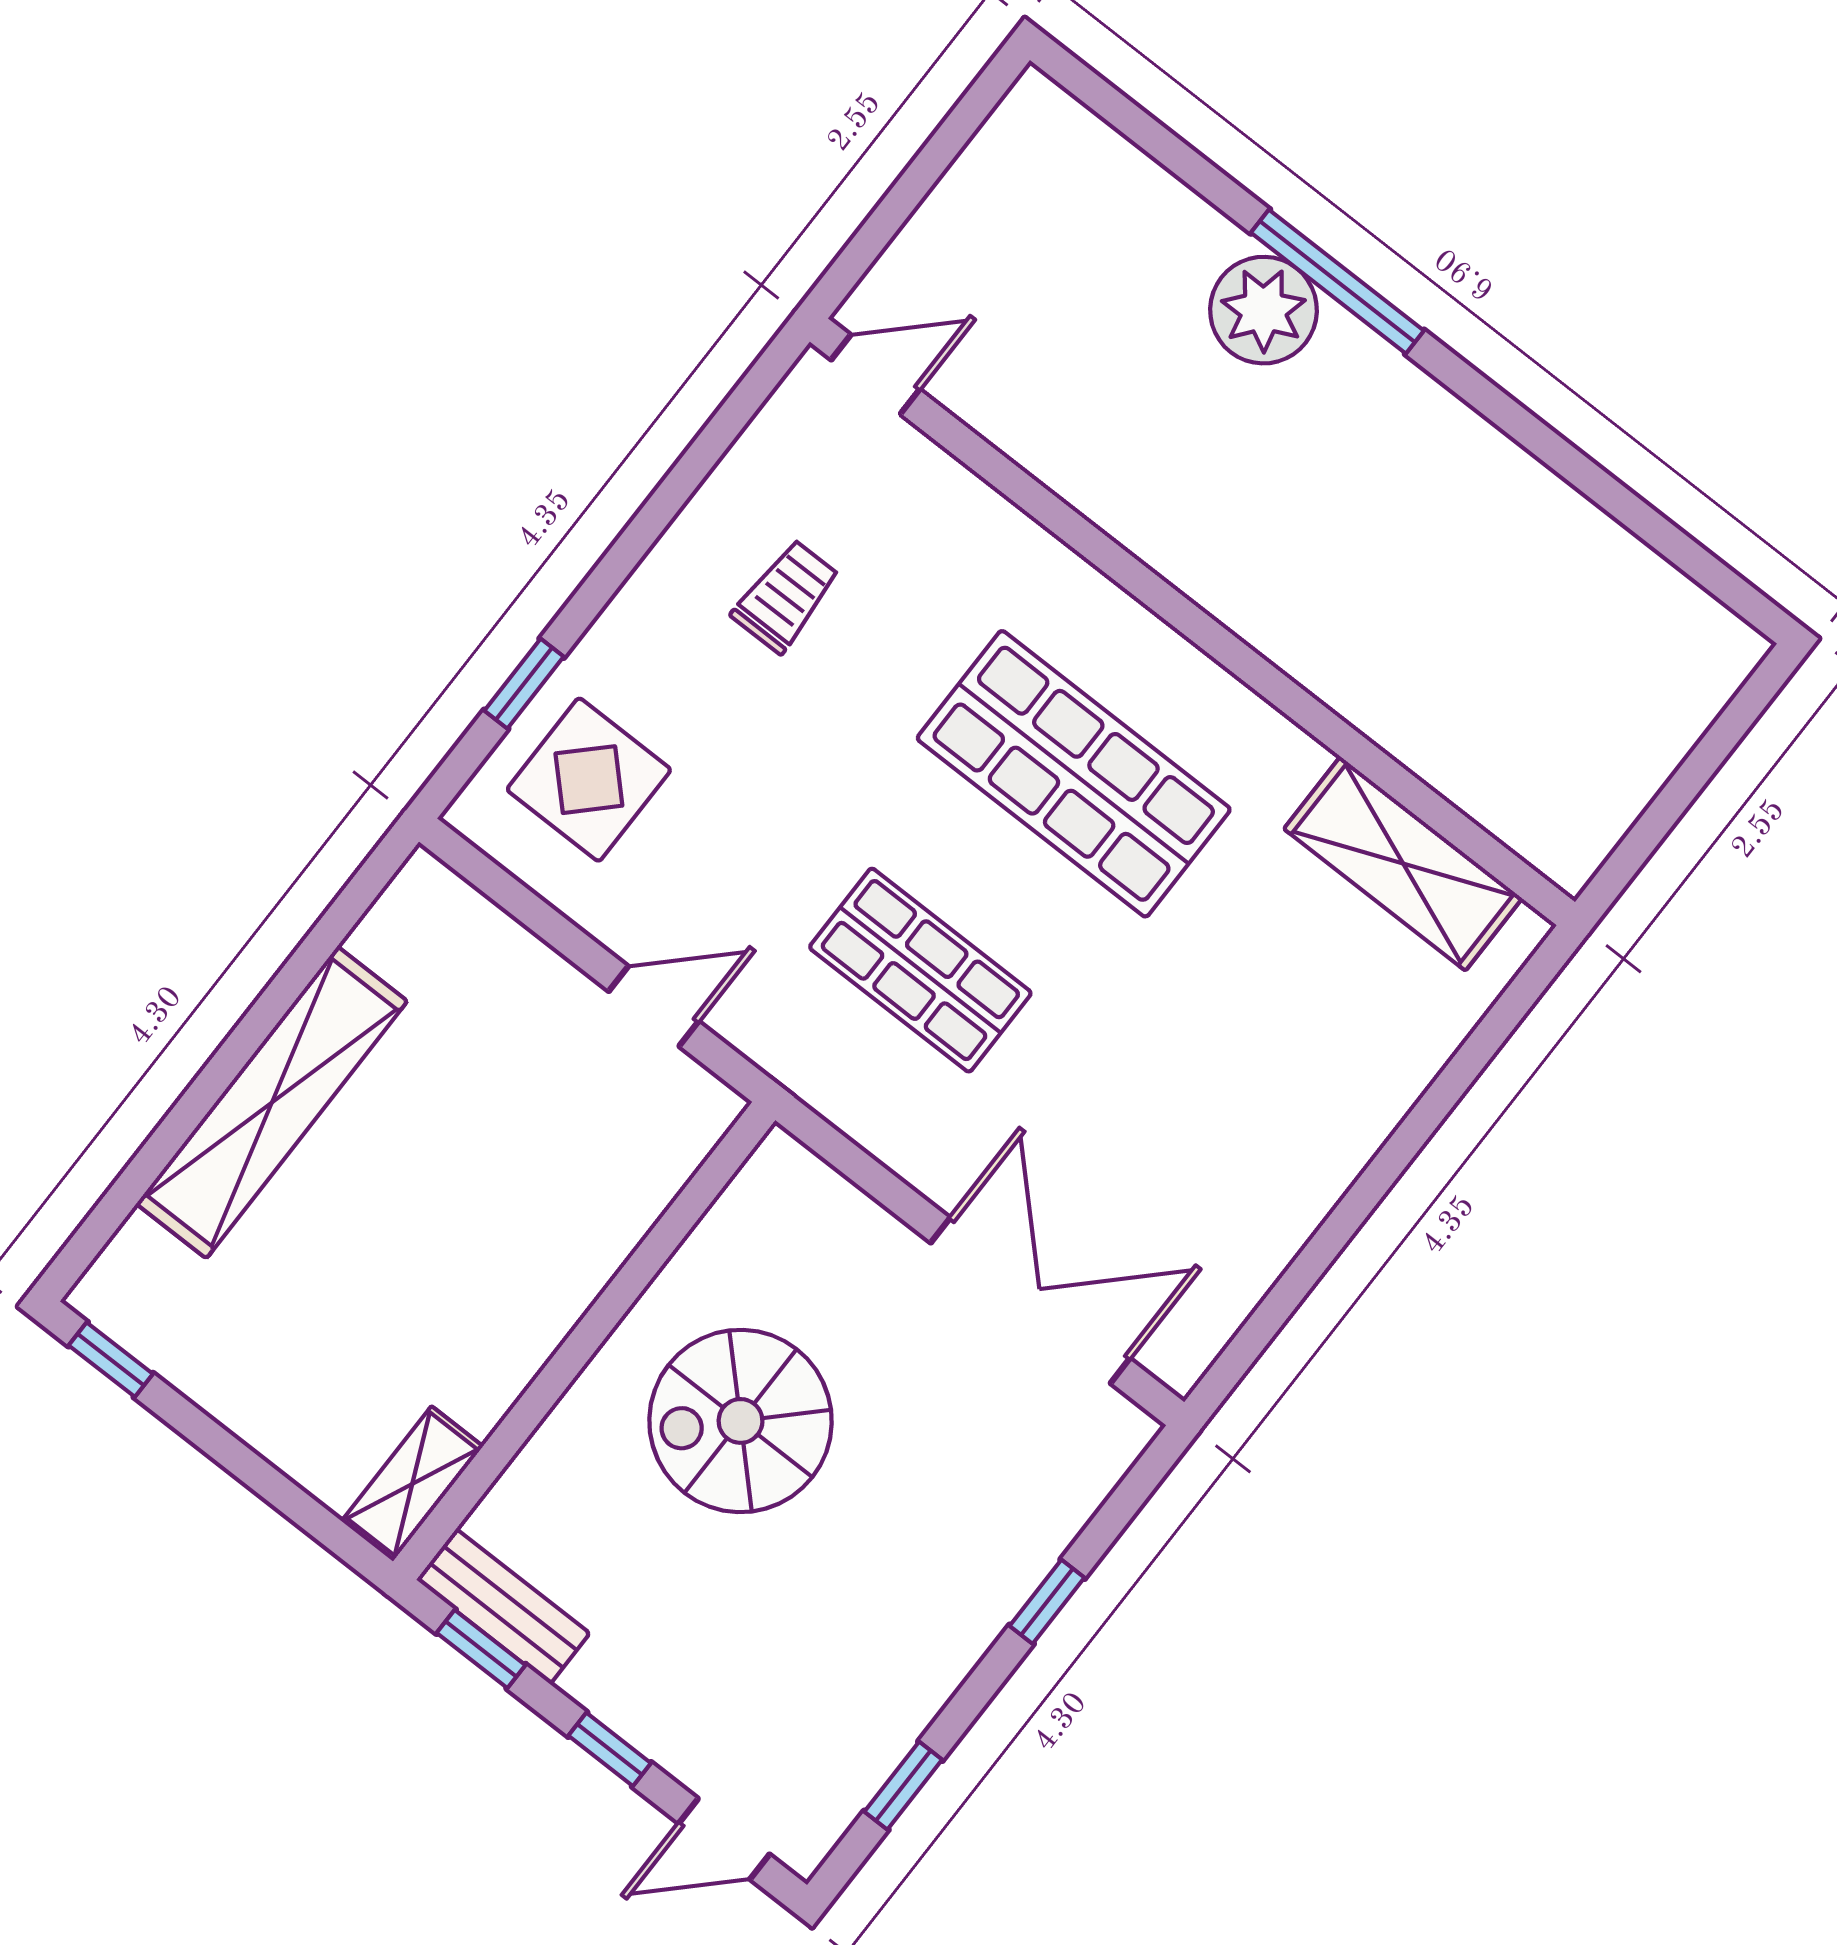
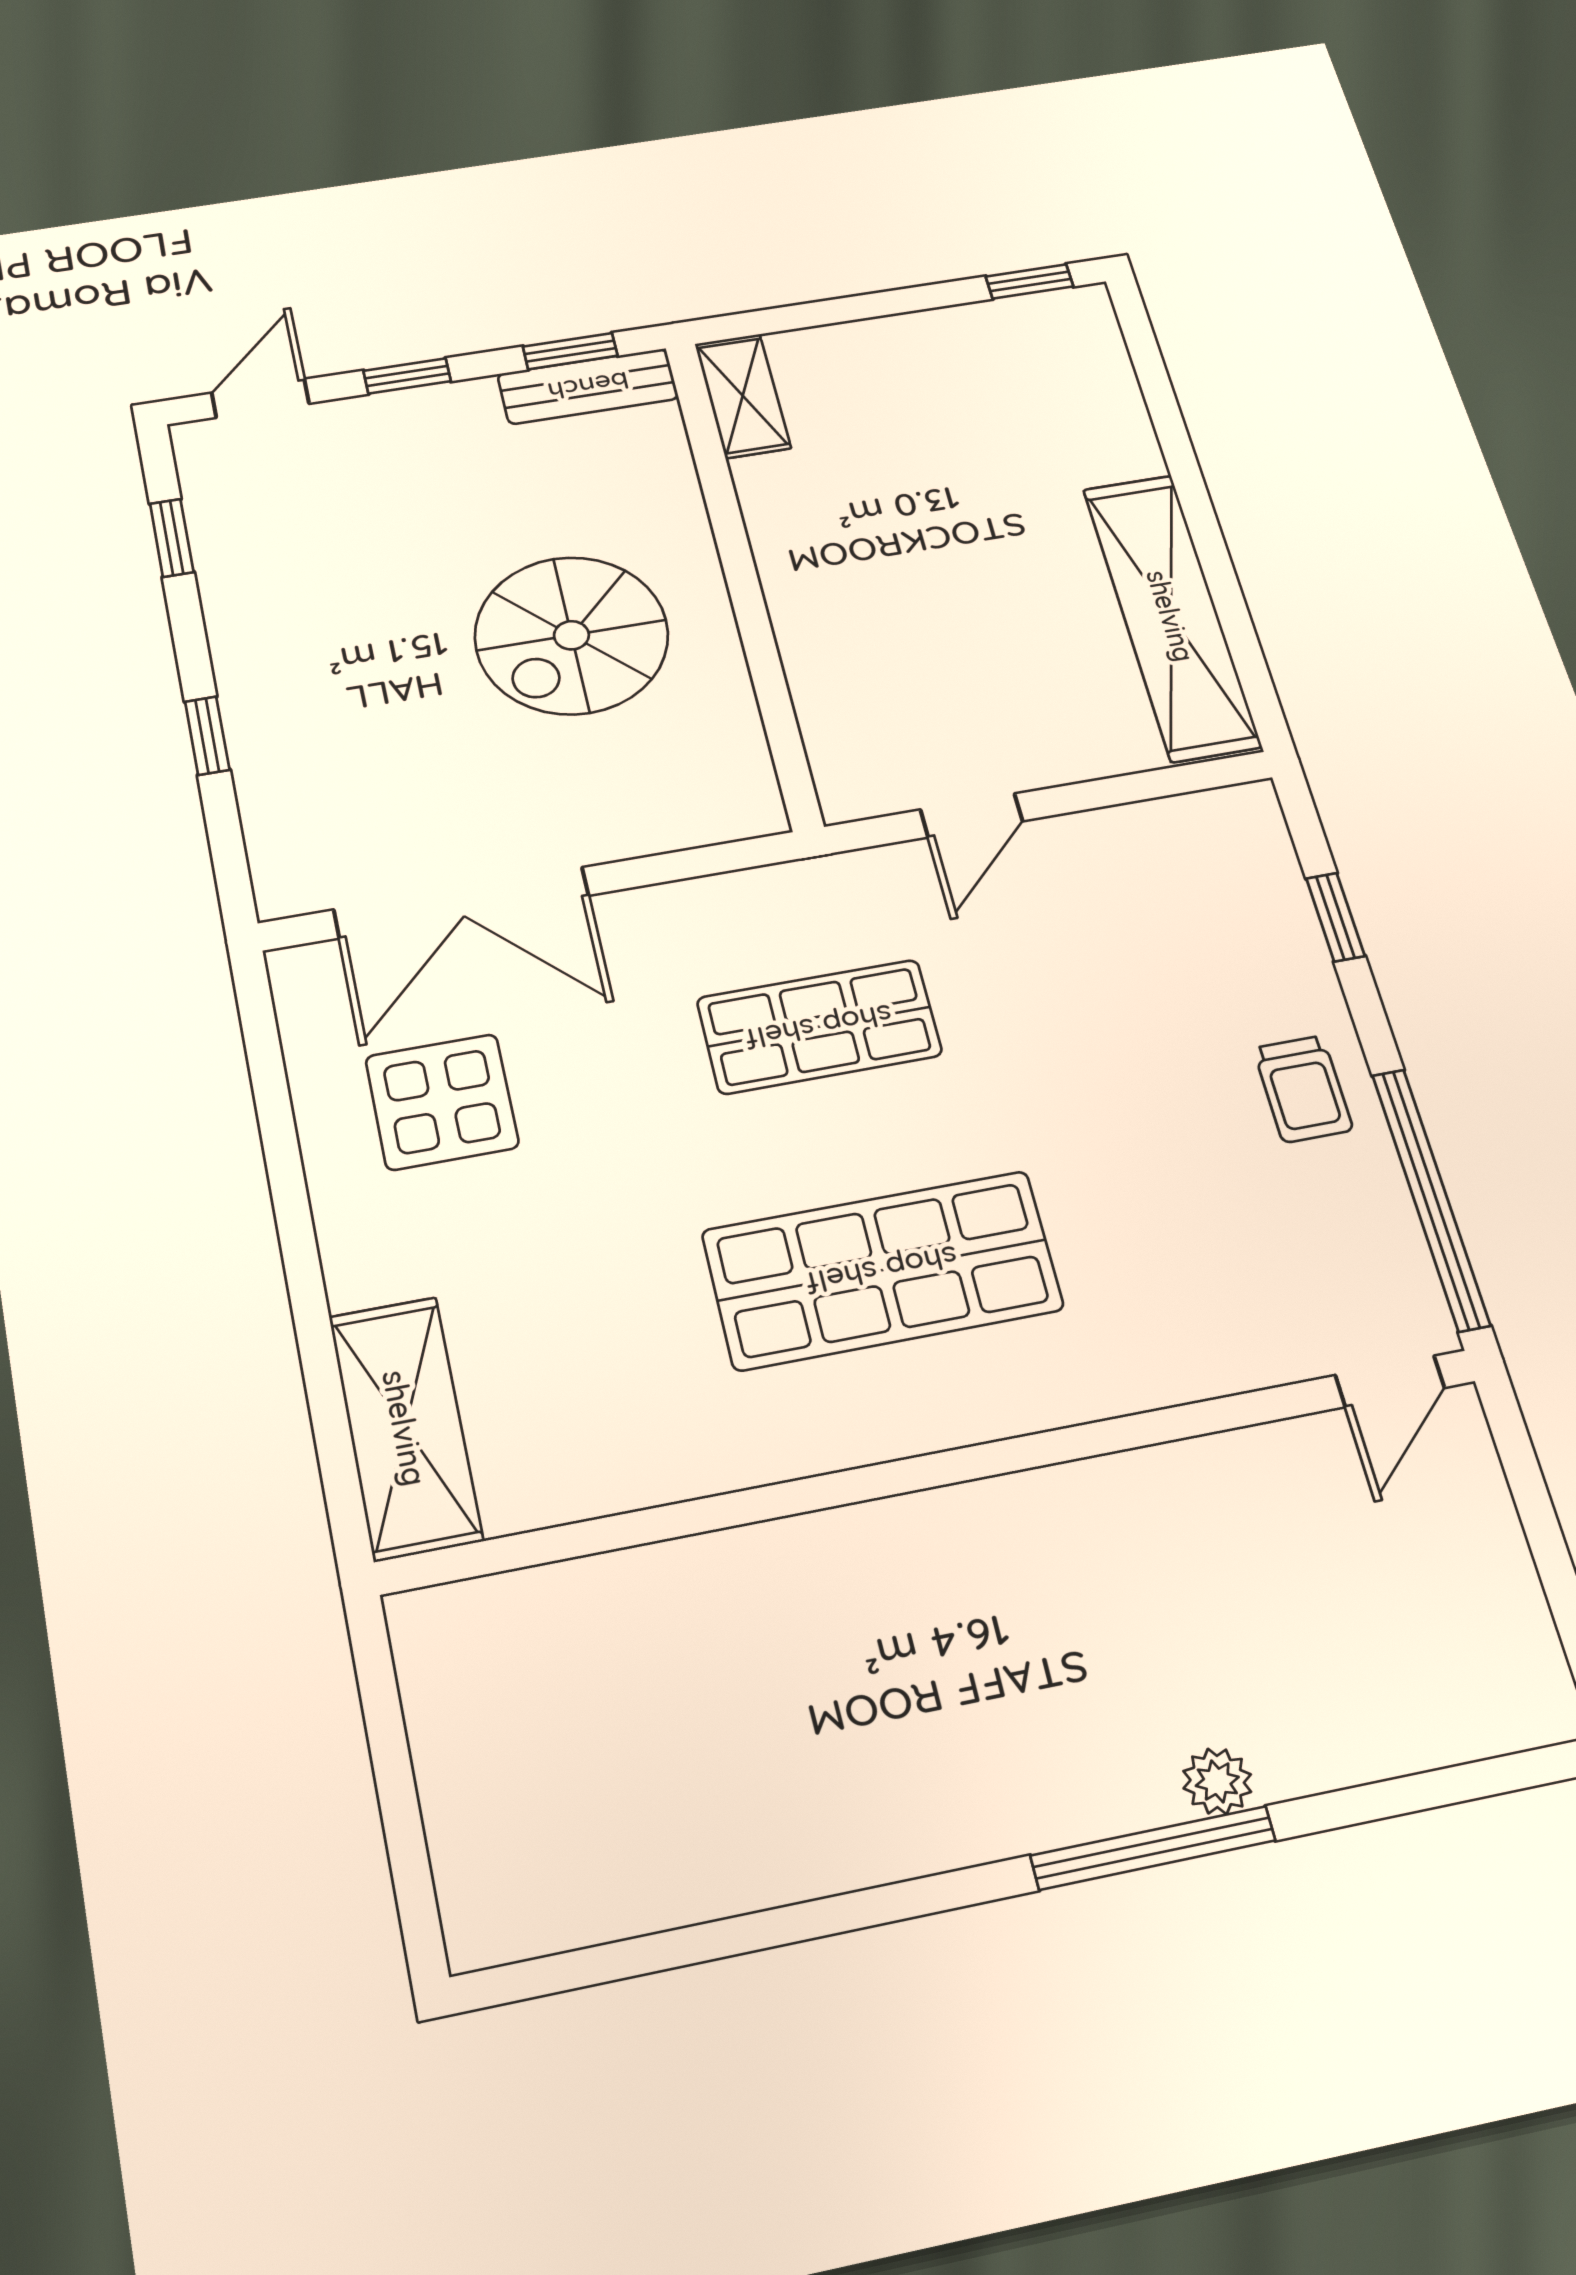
plant: (1264, 310) -> (1217, 1781), width x0.53, depth x0.53
window: (707, 449) -> (1431, 1199), added
trolley: (786, 596) -> (1303, 1089), moved
display table: (589, 780) -> (442, 1102), moved
shelving: (1403, 864) -> (405, 1428), moved, turned 90
shelving: (272, 1102) -> (1171, 616), moved
spiral stairs: (741, 1421) -> (571, 635), turned 180

